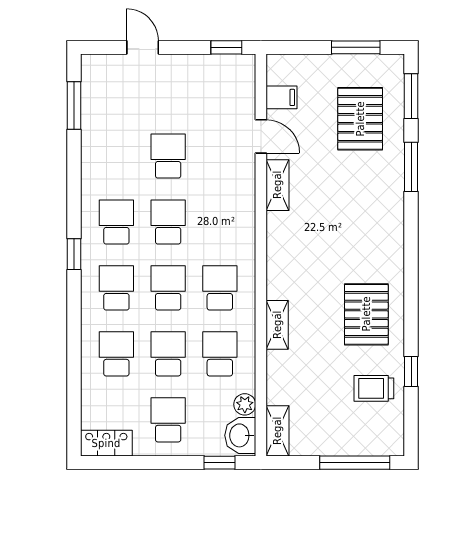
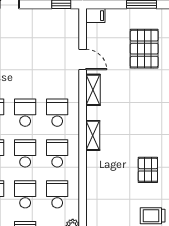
filing cabinet: (281, 97) -> (95, 16), moved
school desk: (168, 156) -> (57, 113), moved
pallet: (366, 314) -> (148, 170), width x0.67, depth x0.71
shelving: (277, 325) -> (93, 135), moved

